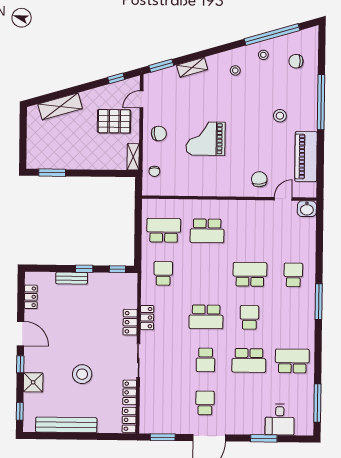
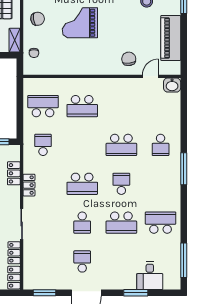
school desk: (250, 274) -> (121, 145), turned 180
school desk: (293, 275) -> (161, 145), turned 180
locker: (130, 322) -> (14, 173), moved

